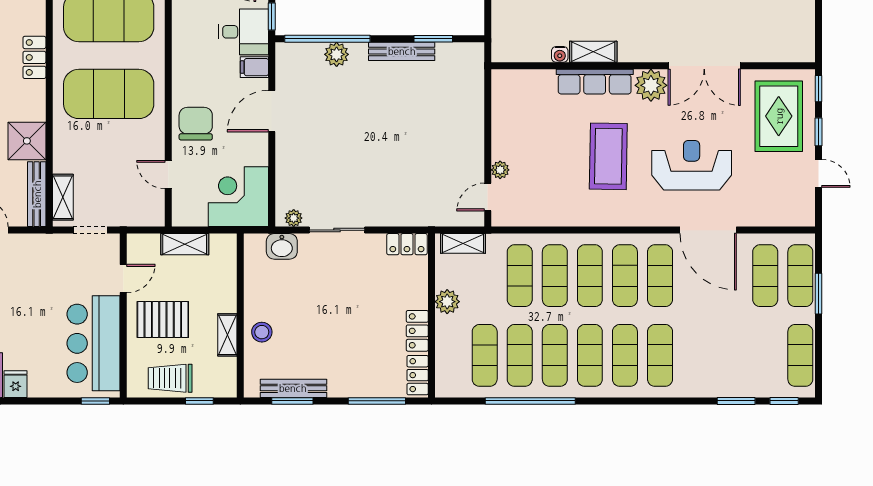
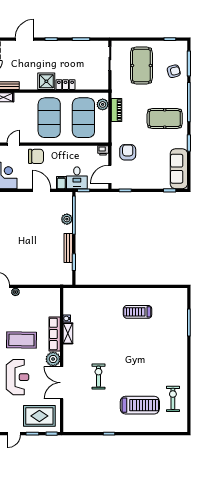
shower: (27, 141) -> (46, 81), moved

